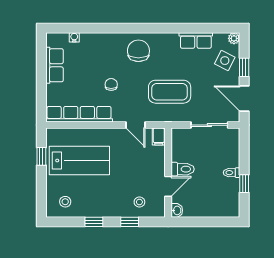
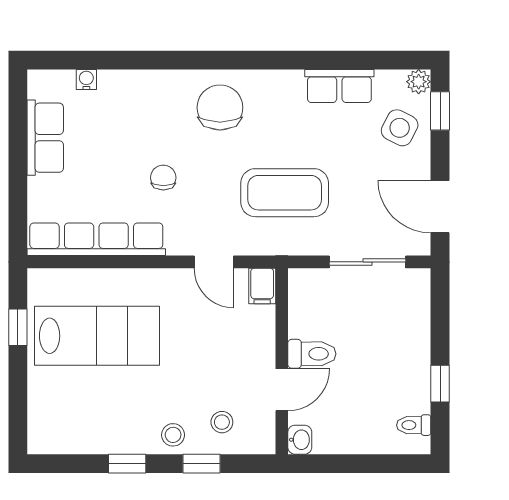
window: (244, 67) -> (440, 111), moved
toilet: (232, 173) -> (414, 425), moved
stool: (65, 202) -> (173, 435), moved

